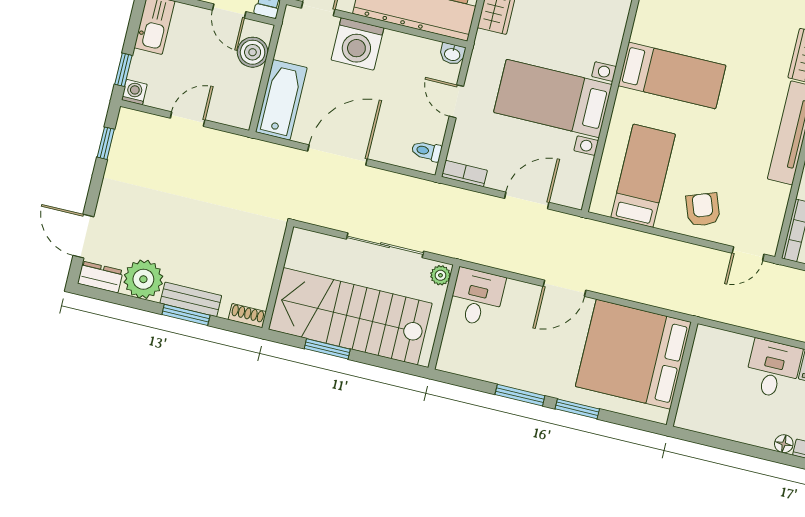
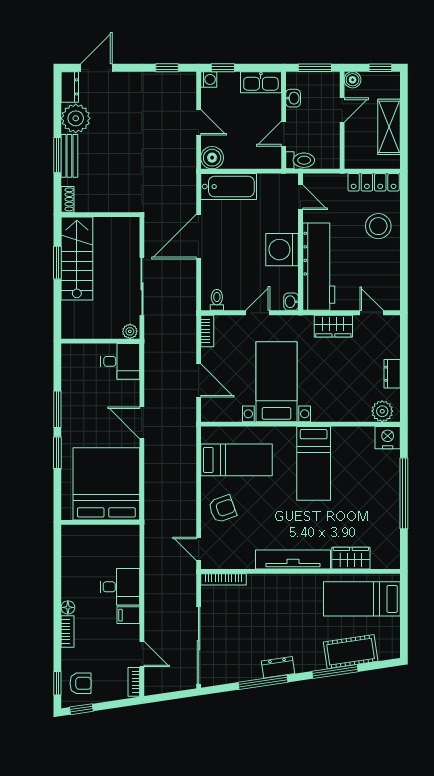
washing machine: (357, 44) -> (282, 250), moved
boiler: (253, 52) -> (212, 158), moved
door: (337, 155) -> (199, 236), swing flipped
stairs: (350, 316) -> (77, 258), width x0.73, depth x0.66

